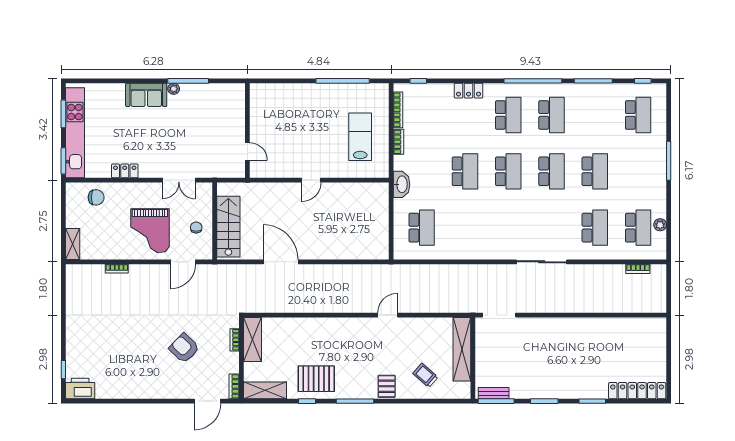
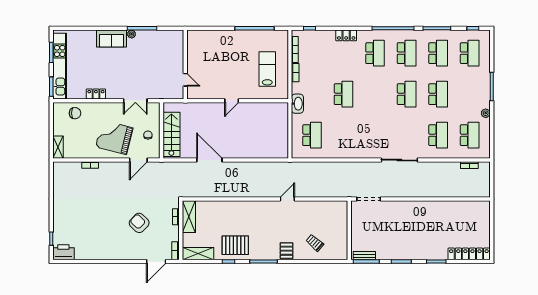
school desk: (508, 171) -> (438, 53), moved
plant: (660, 225) -> (486, 113), moved
grand piano: (150, 231) -> (114, 137), turned 104
shelving: (462, 349) -> (341, 224), removed

